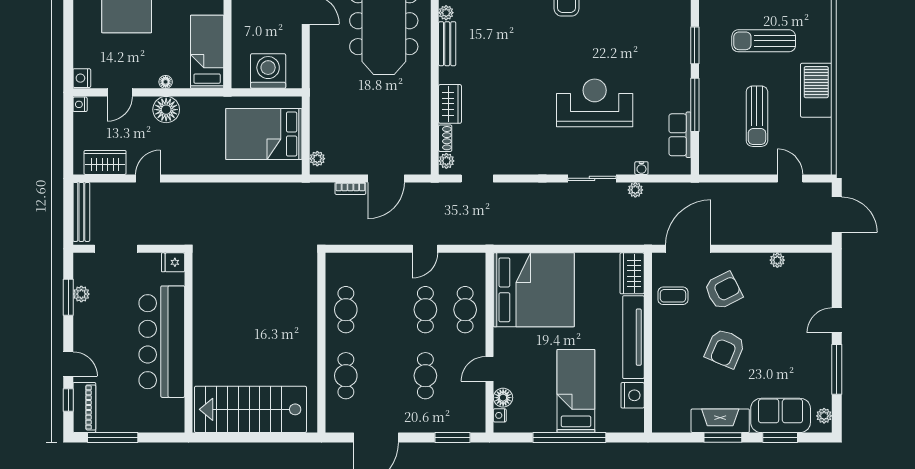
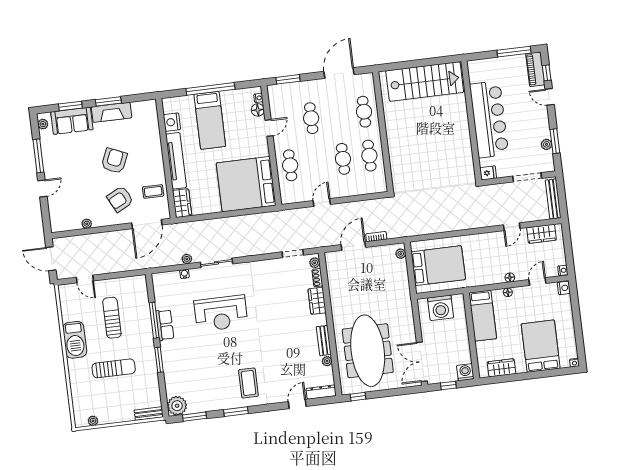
floor lamp: (166, 110) -> (510, 278), width x0.53, depth x0.53
row of seats: (680, 135) -> (165, 325), moved
cafe table: (425, 310) -> (343, 159), moved

